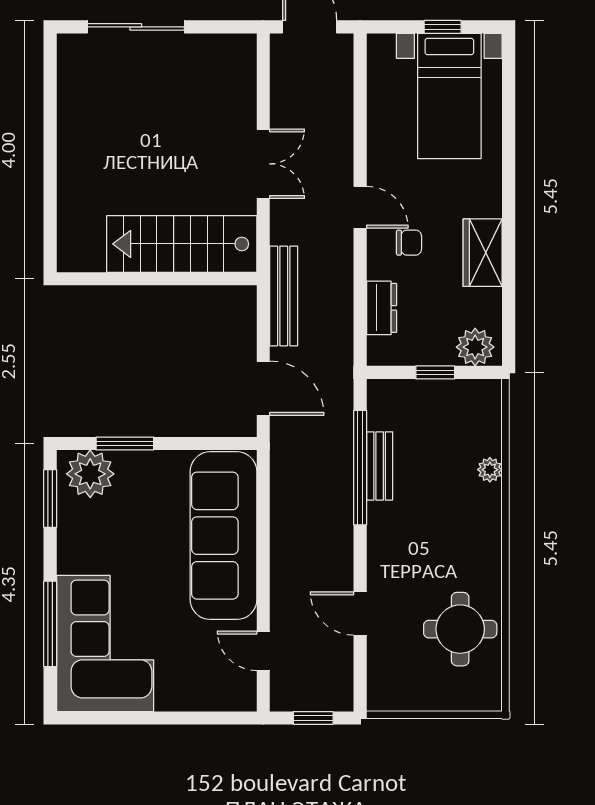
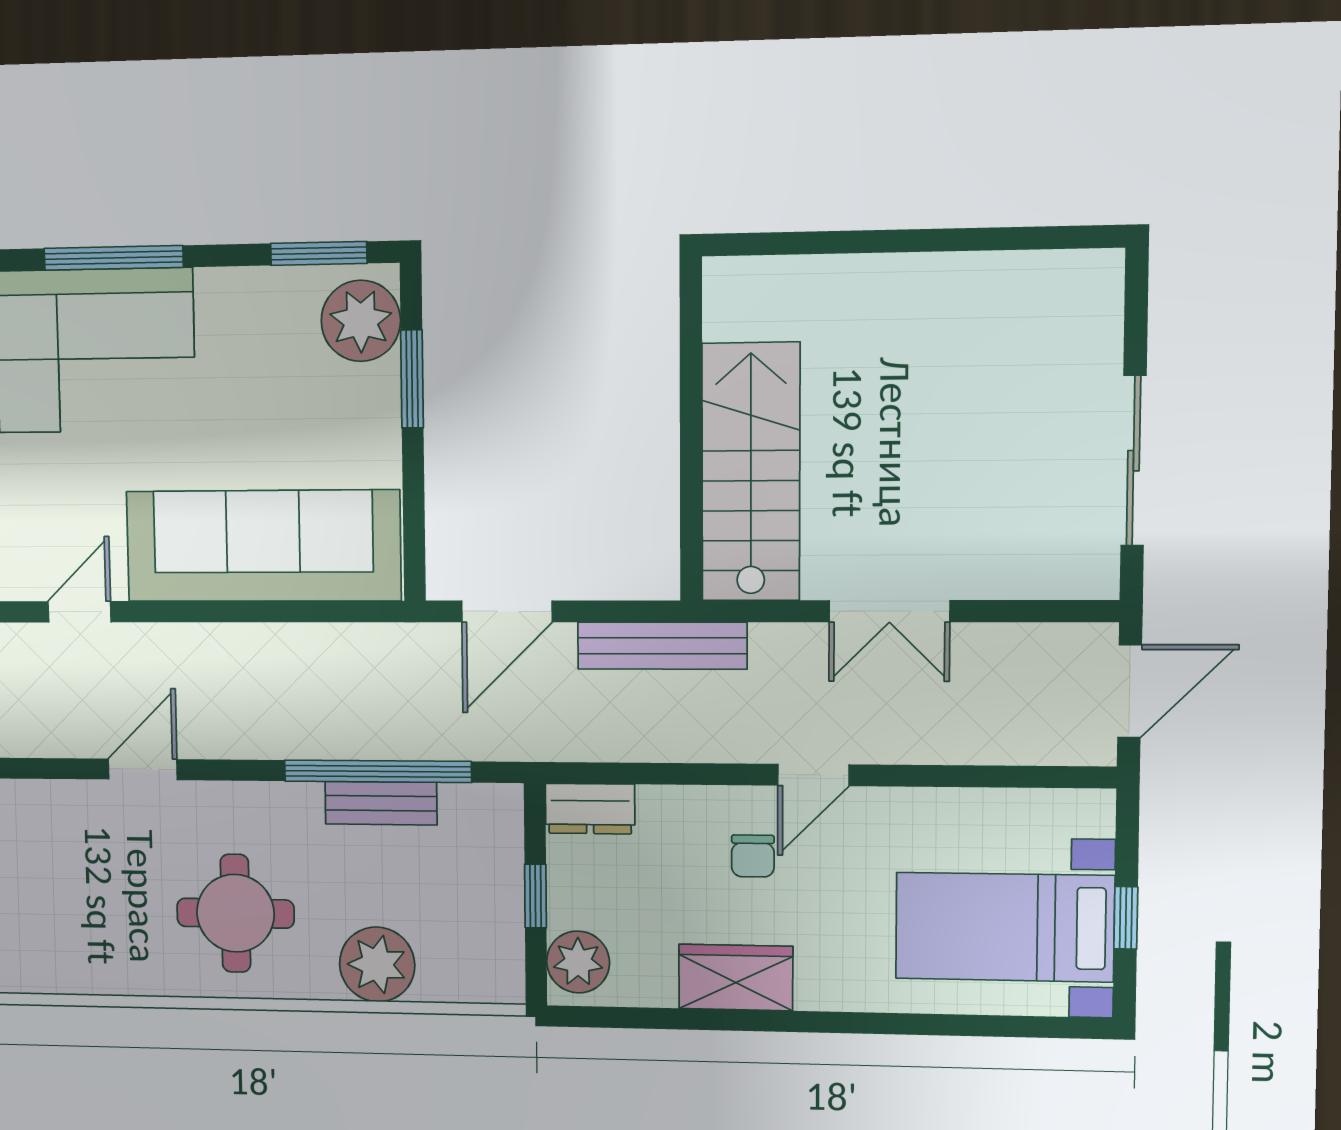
sliding door: (136, 27) -> (1134, 461), moved
dresser: (382, 308) -> (590, 809), moved
plant: (490, 470) -> (377, 964), width x1.88, depth x1.88
round table: (460, 629) -> (235, 913), moved

